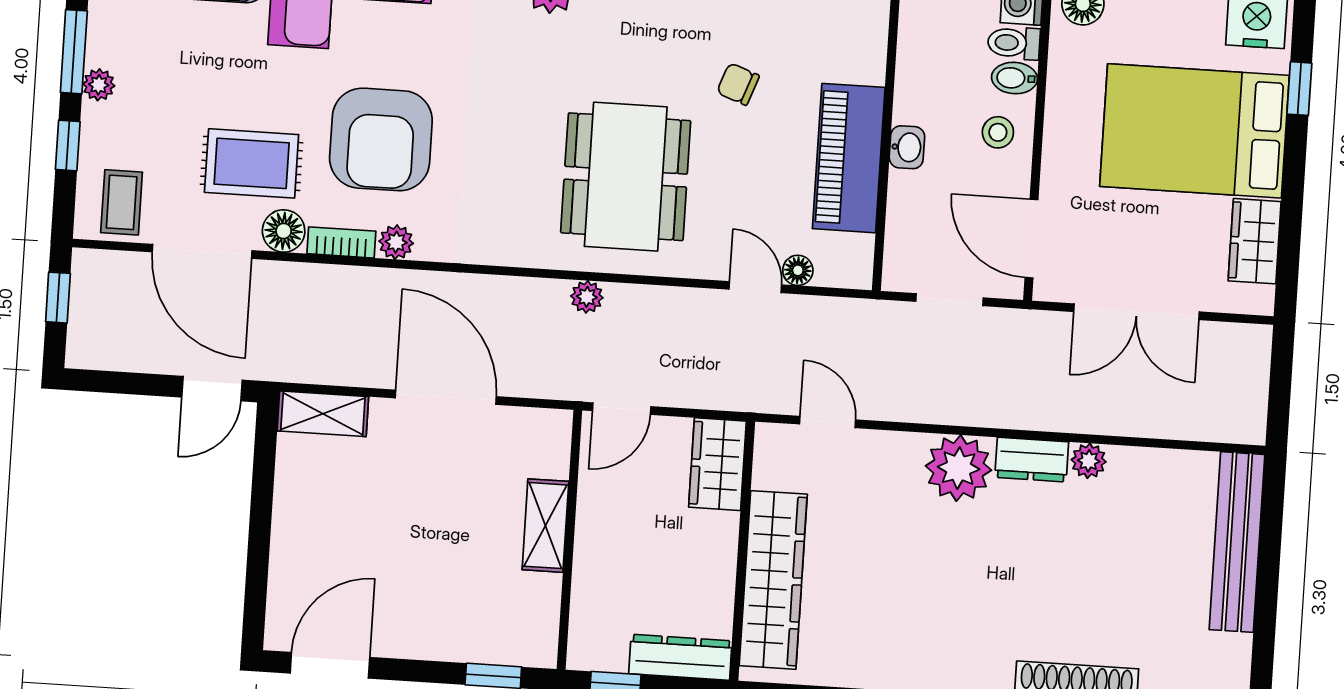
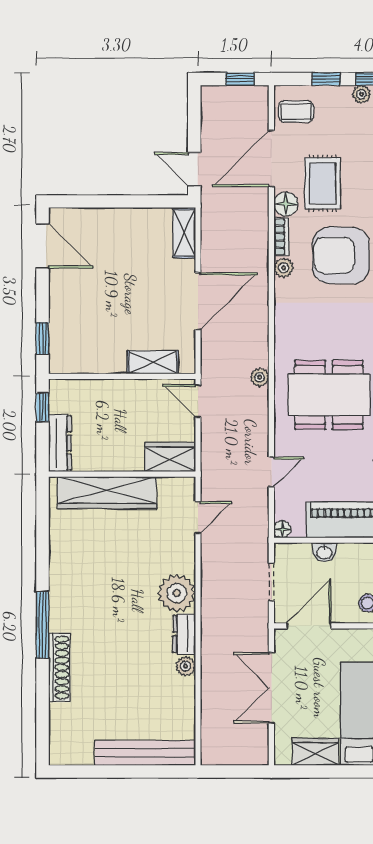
washbasin: (907, 147) -> (324, 552), moved
floor lamp: (798, 270) -> (282, 529), moved
shelving: (545, 526) -> (153, 362), moved

